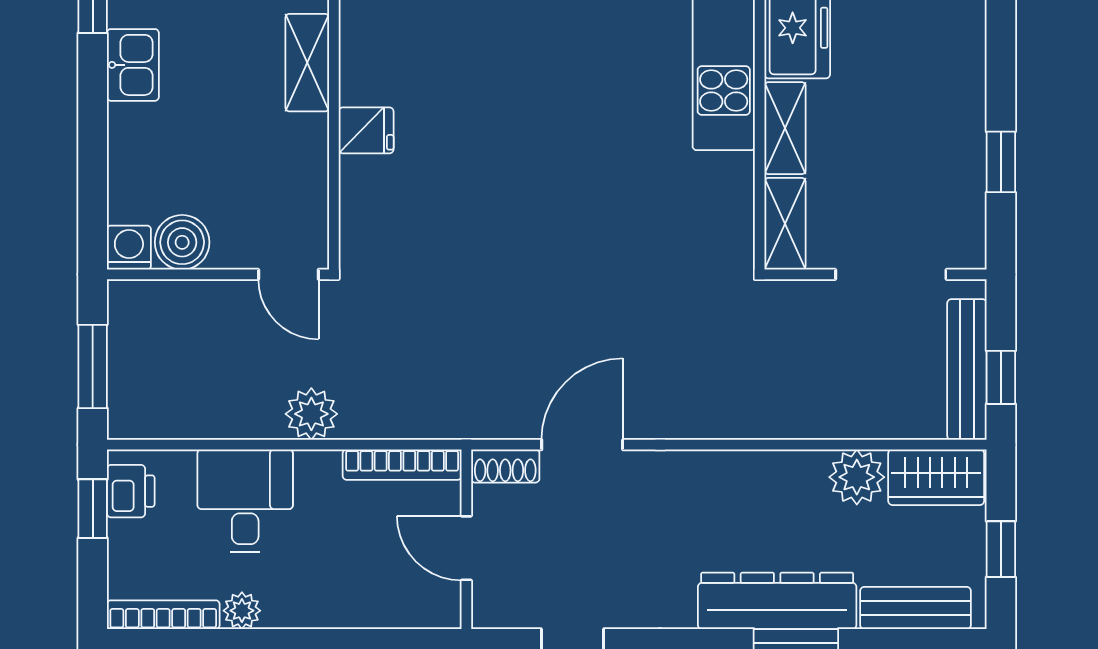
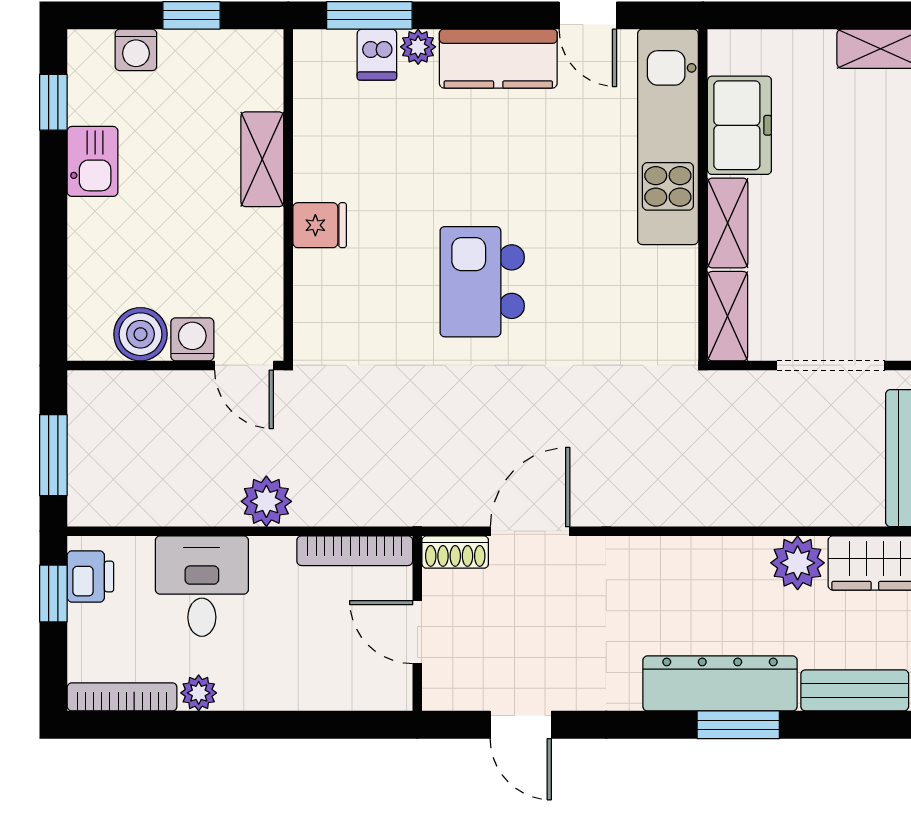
kitchen island: (533, 188) -> (482, 282), added
washing machine: (129, 248) -> (192, 339), moved

